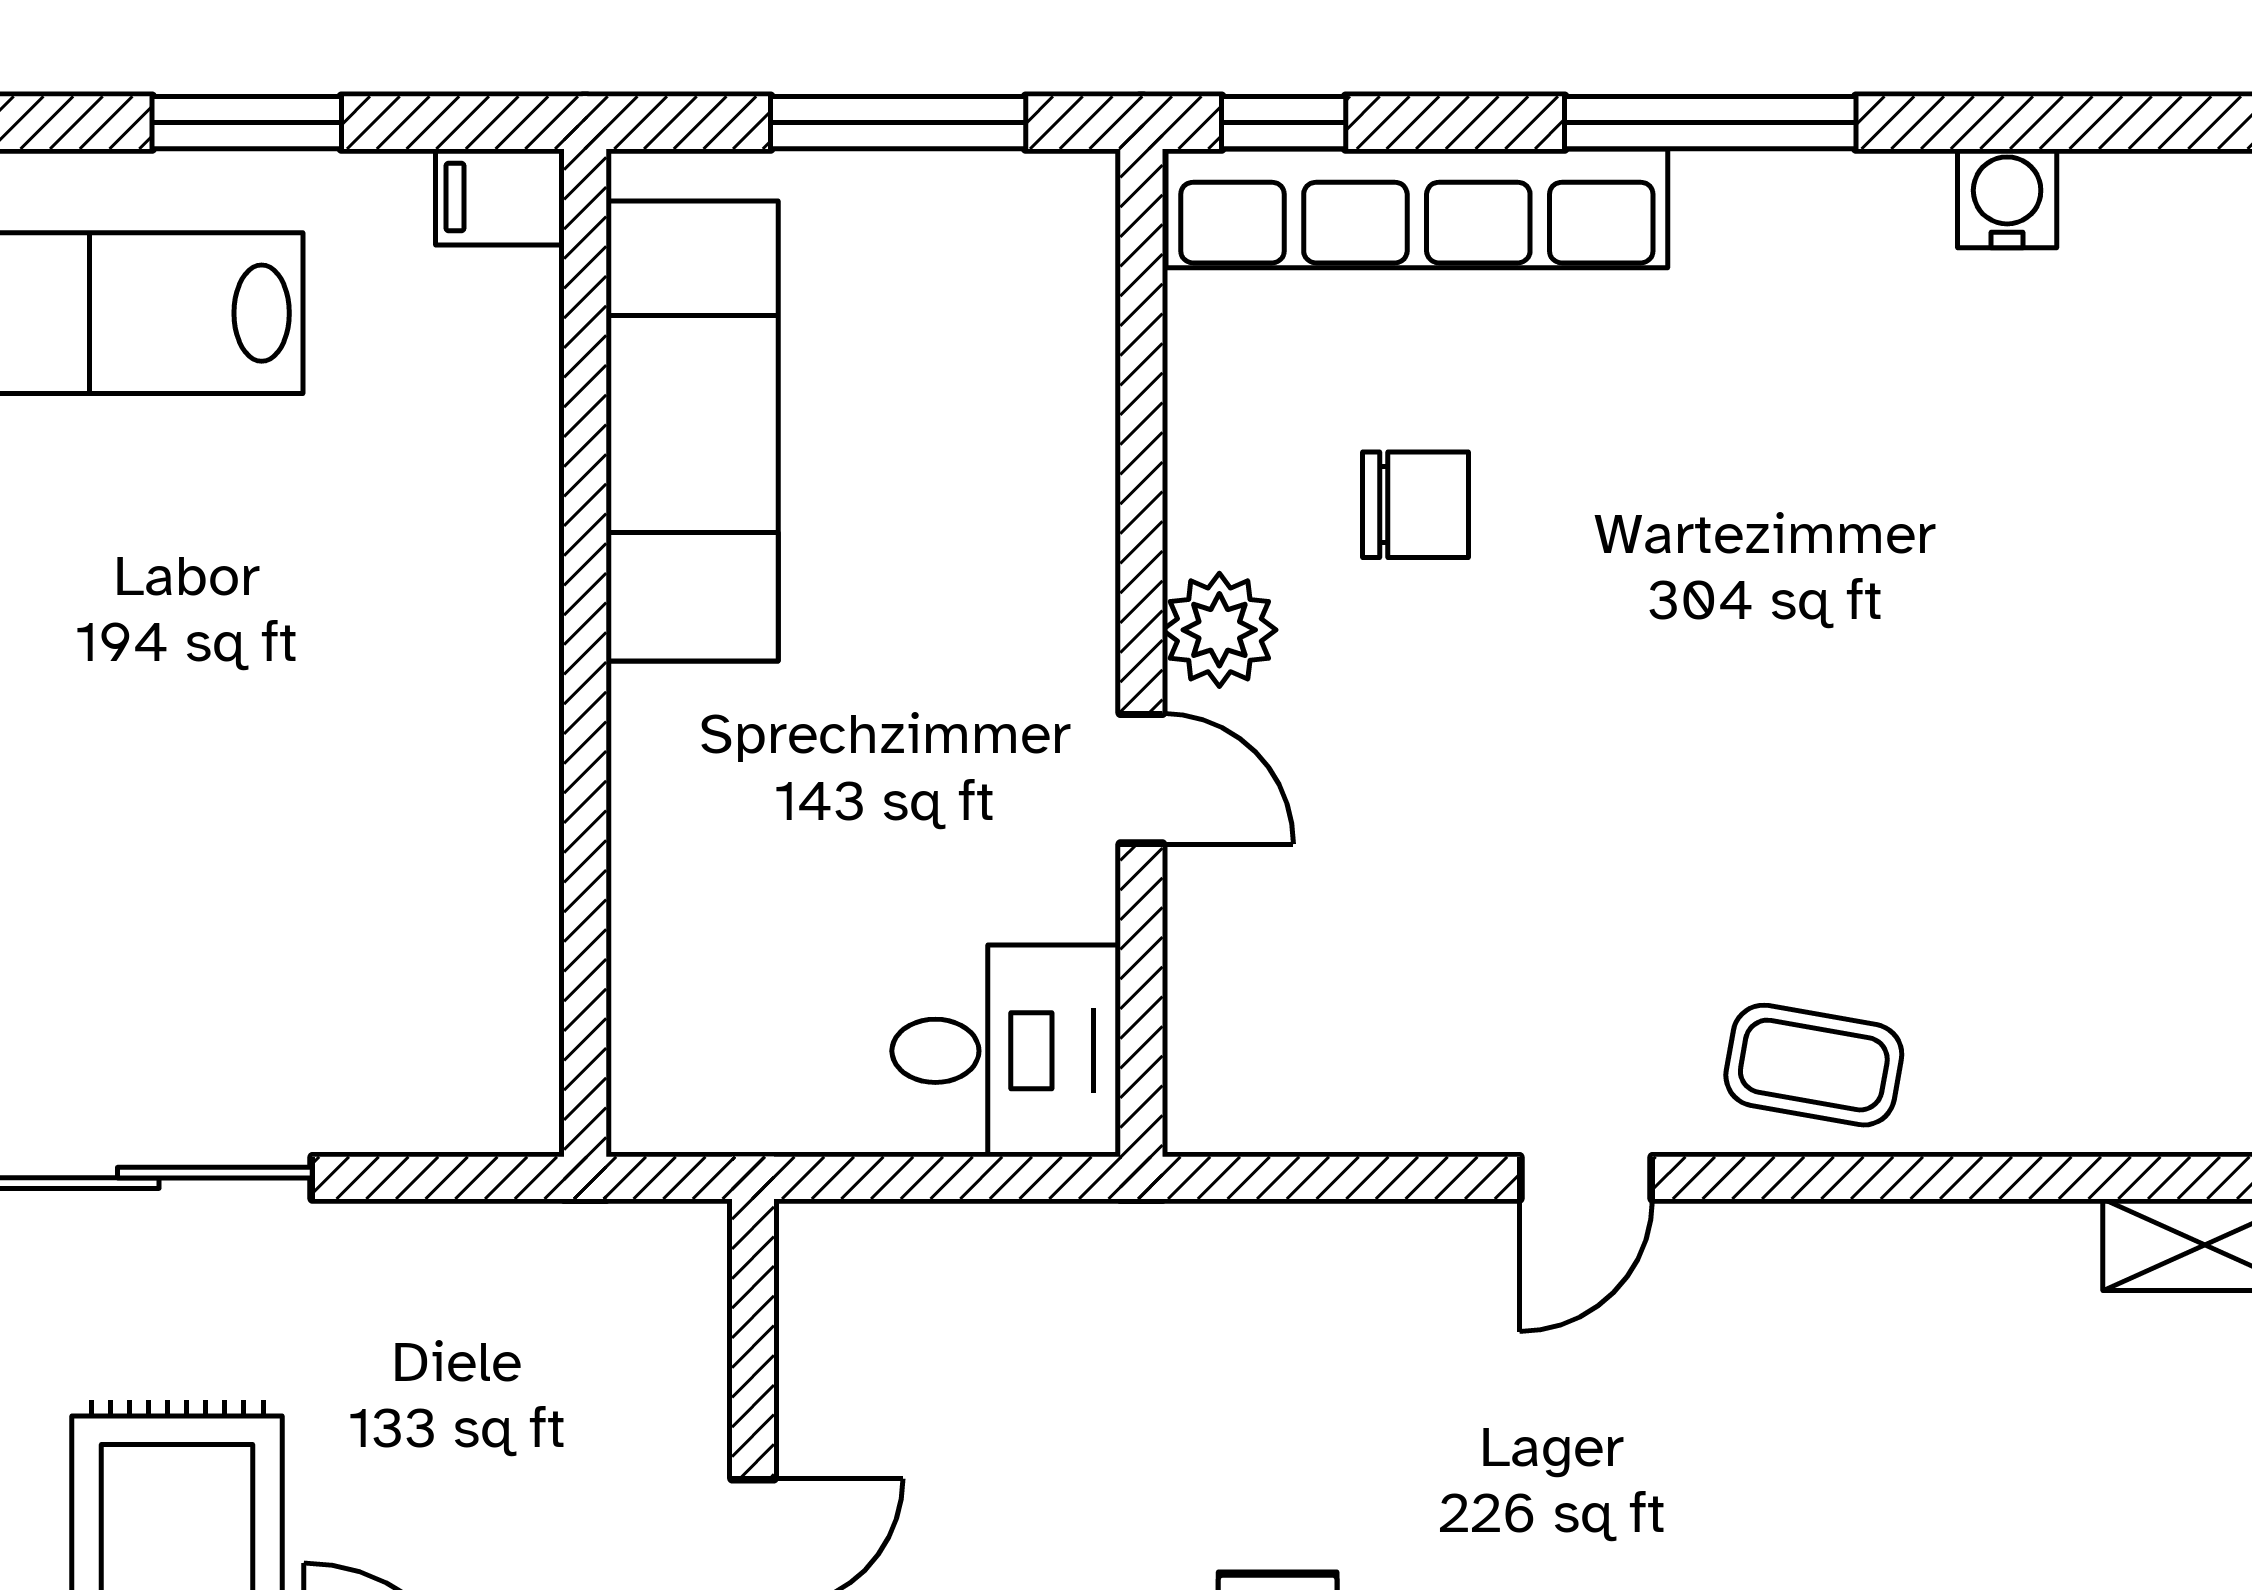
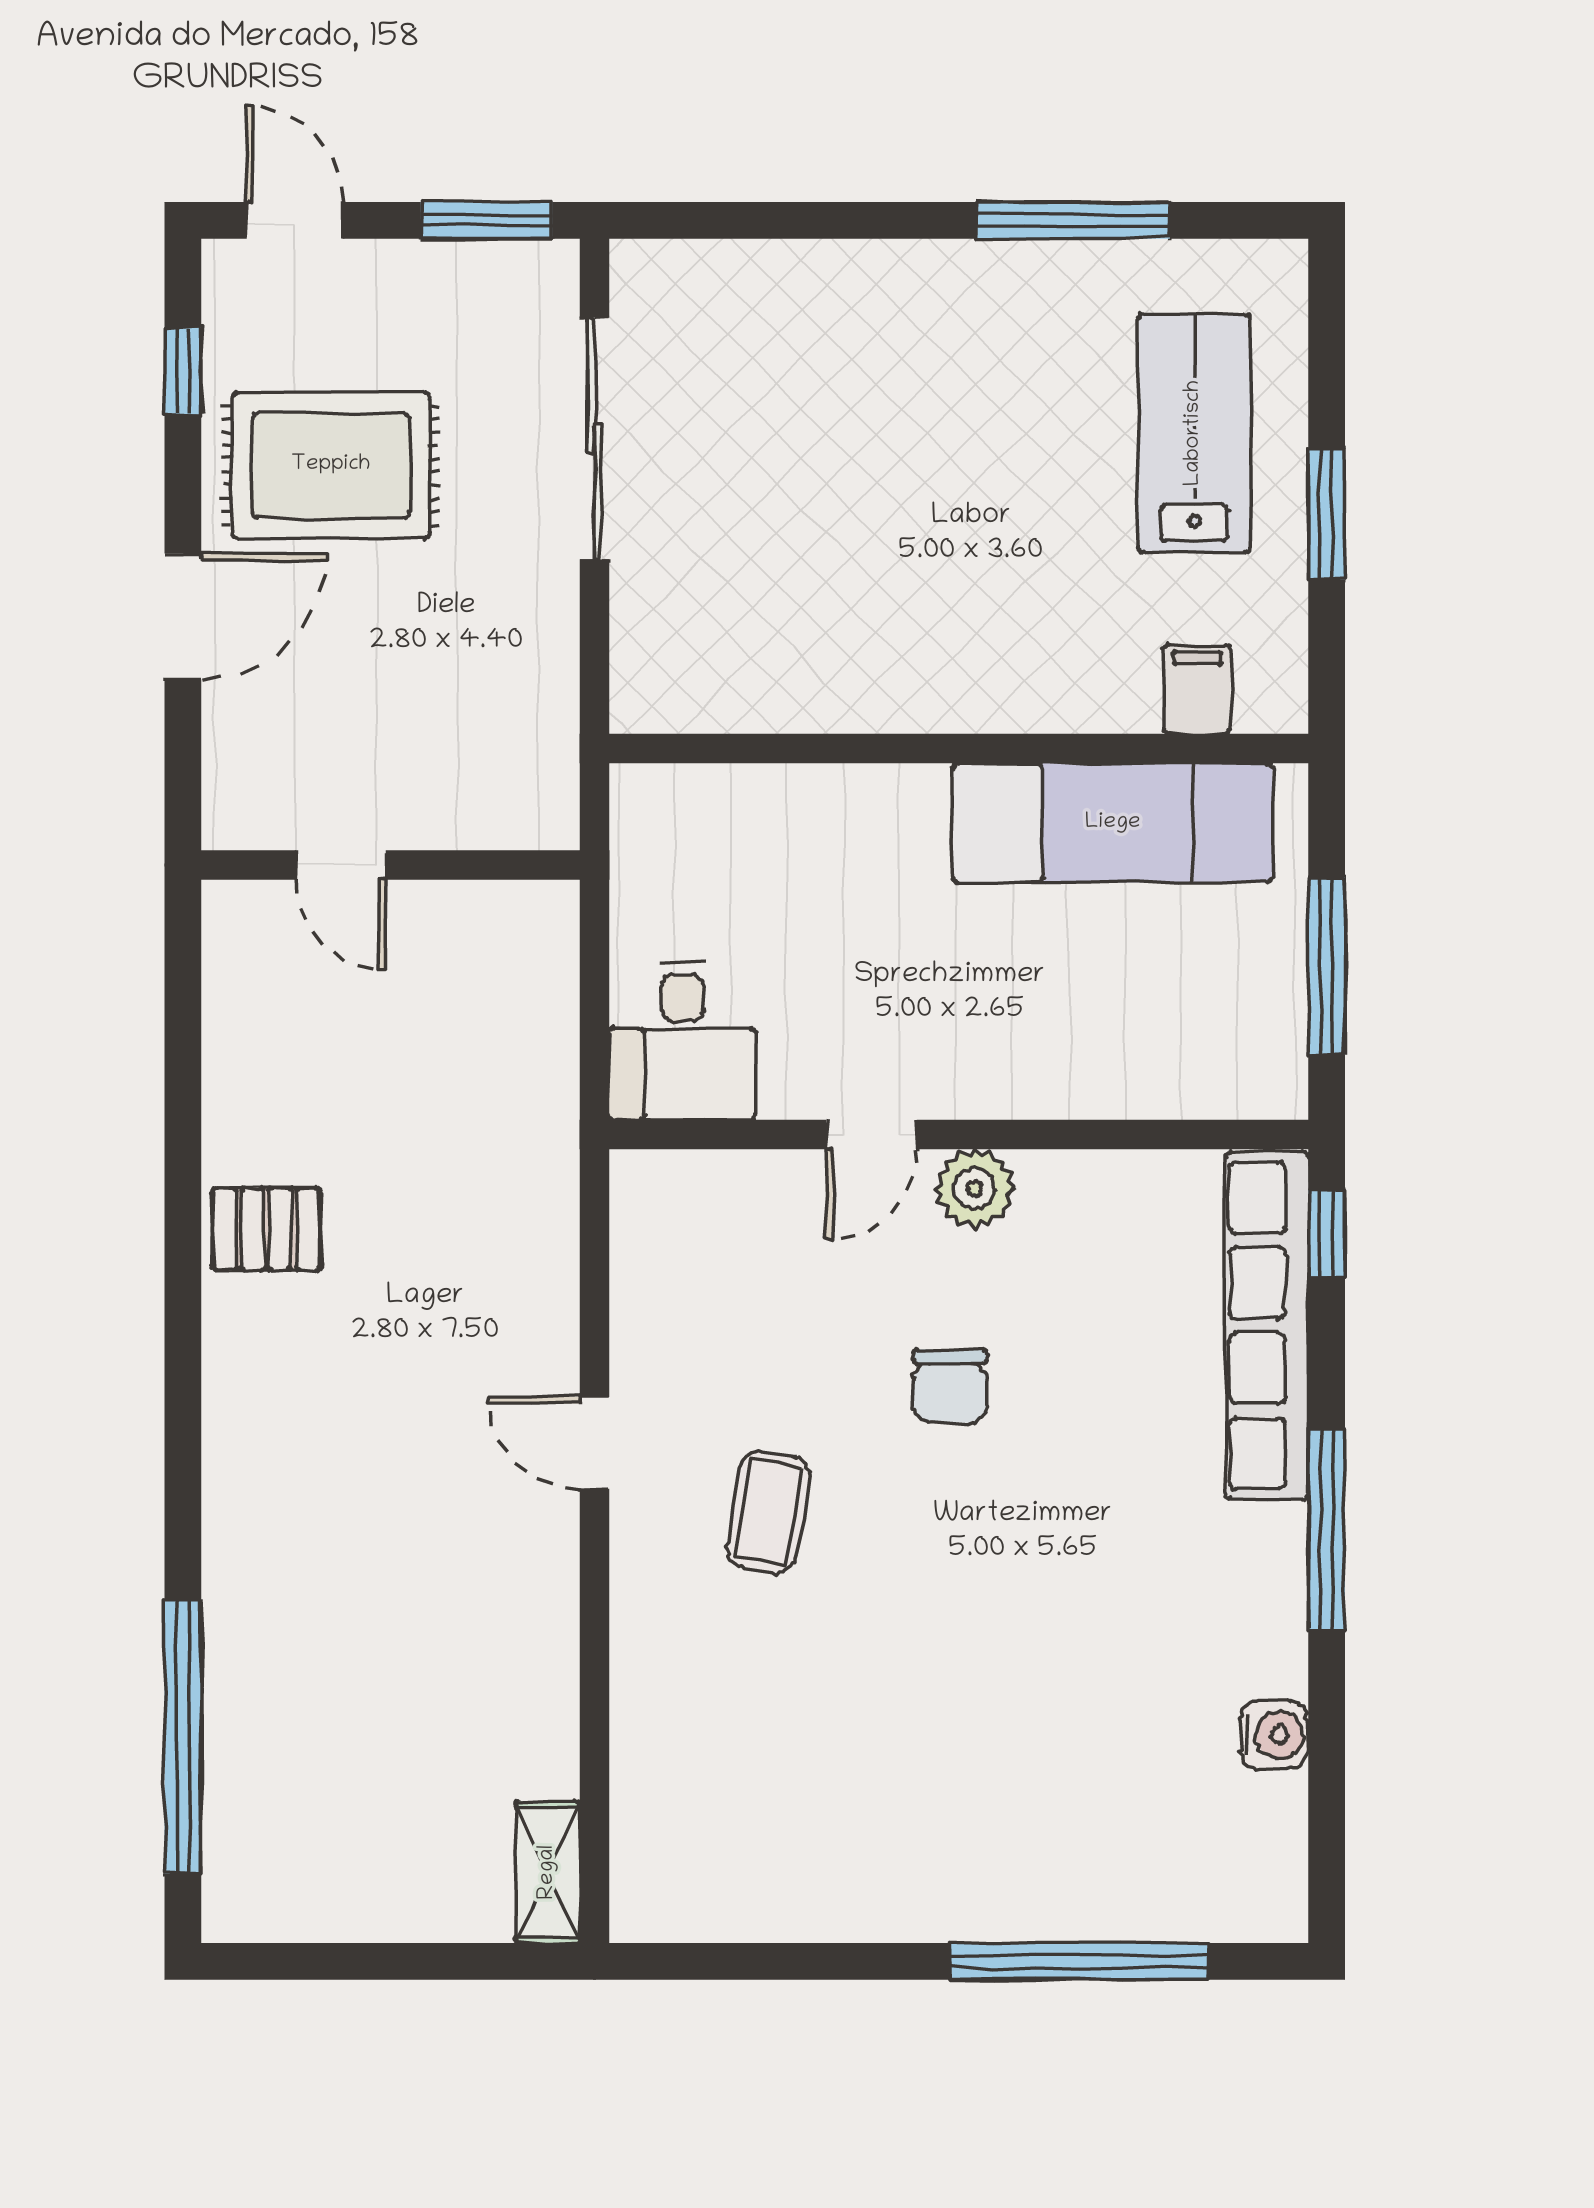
filing cabinet: (500, 197) -> (1197, 689), moved
chair: (1415, 505) -> (950, 1386), moved
coffee table: (1814, 1065) -> (768, 1512), moved

